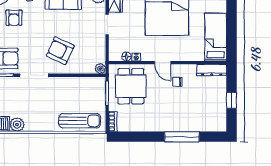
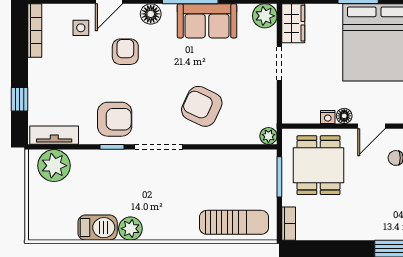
armchair: (14, 18) -> (125, 52), turned 180
floor lamp: (126, 56) -> (344, 116), moved
door: (163, 63) -> (371, 126), hinge flipped

